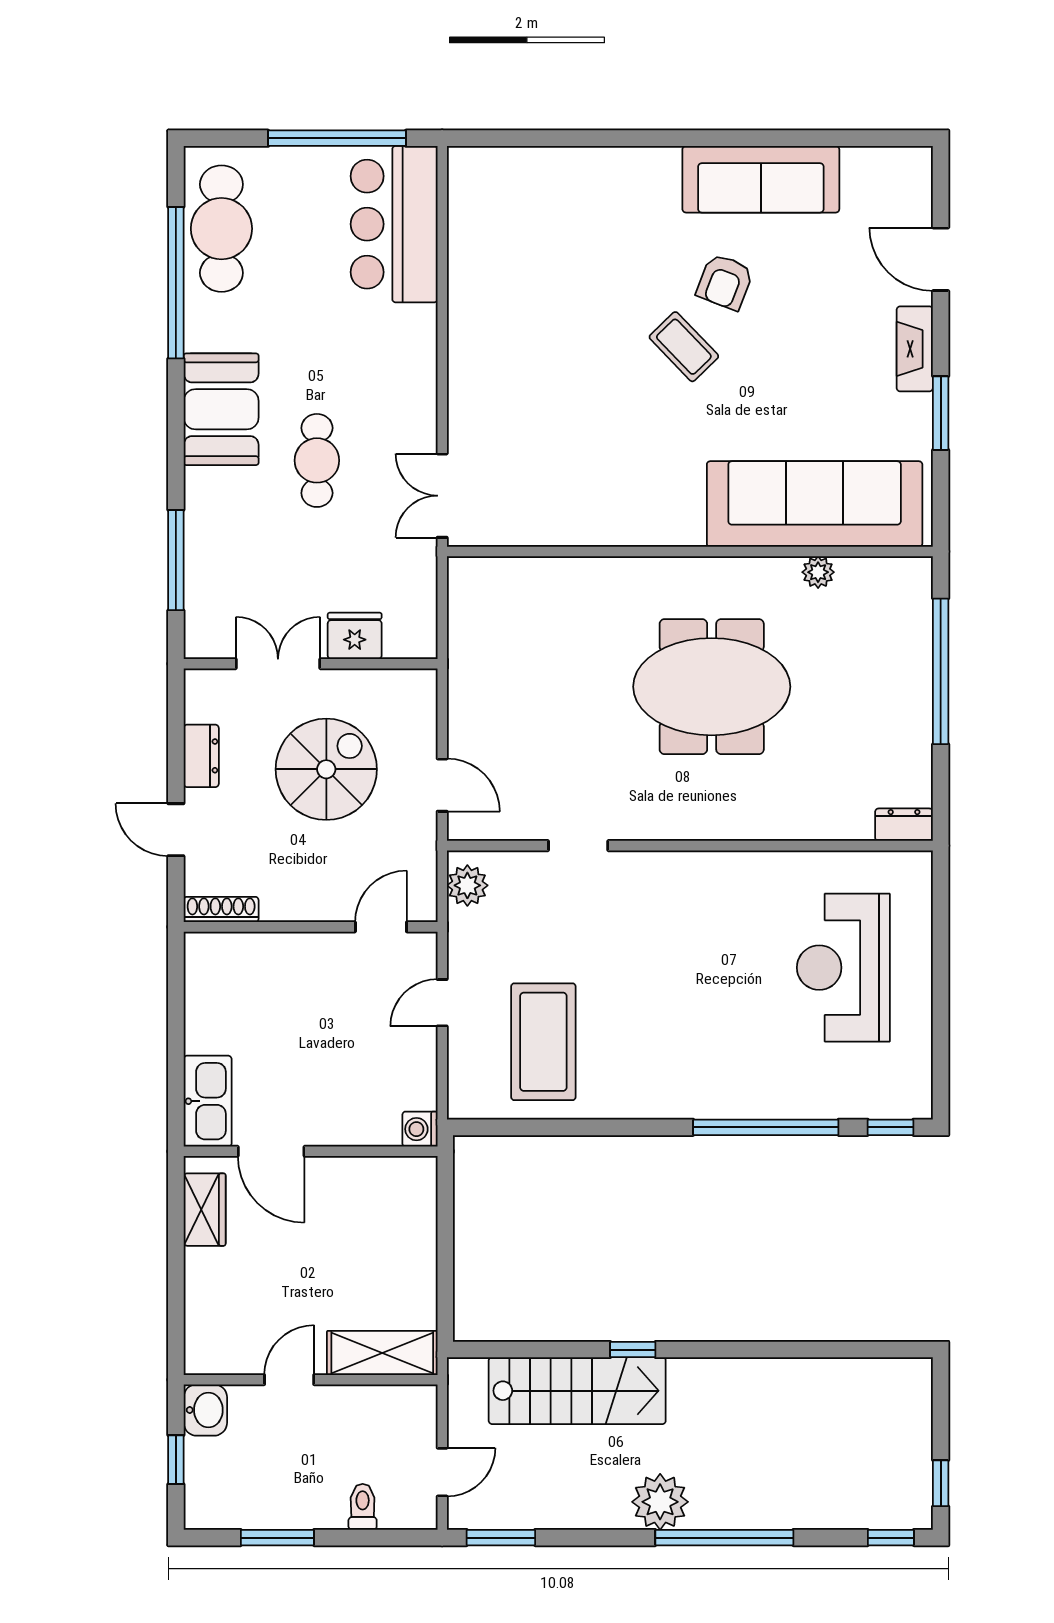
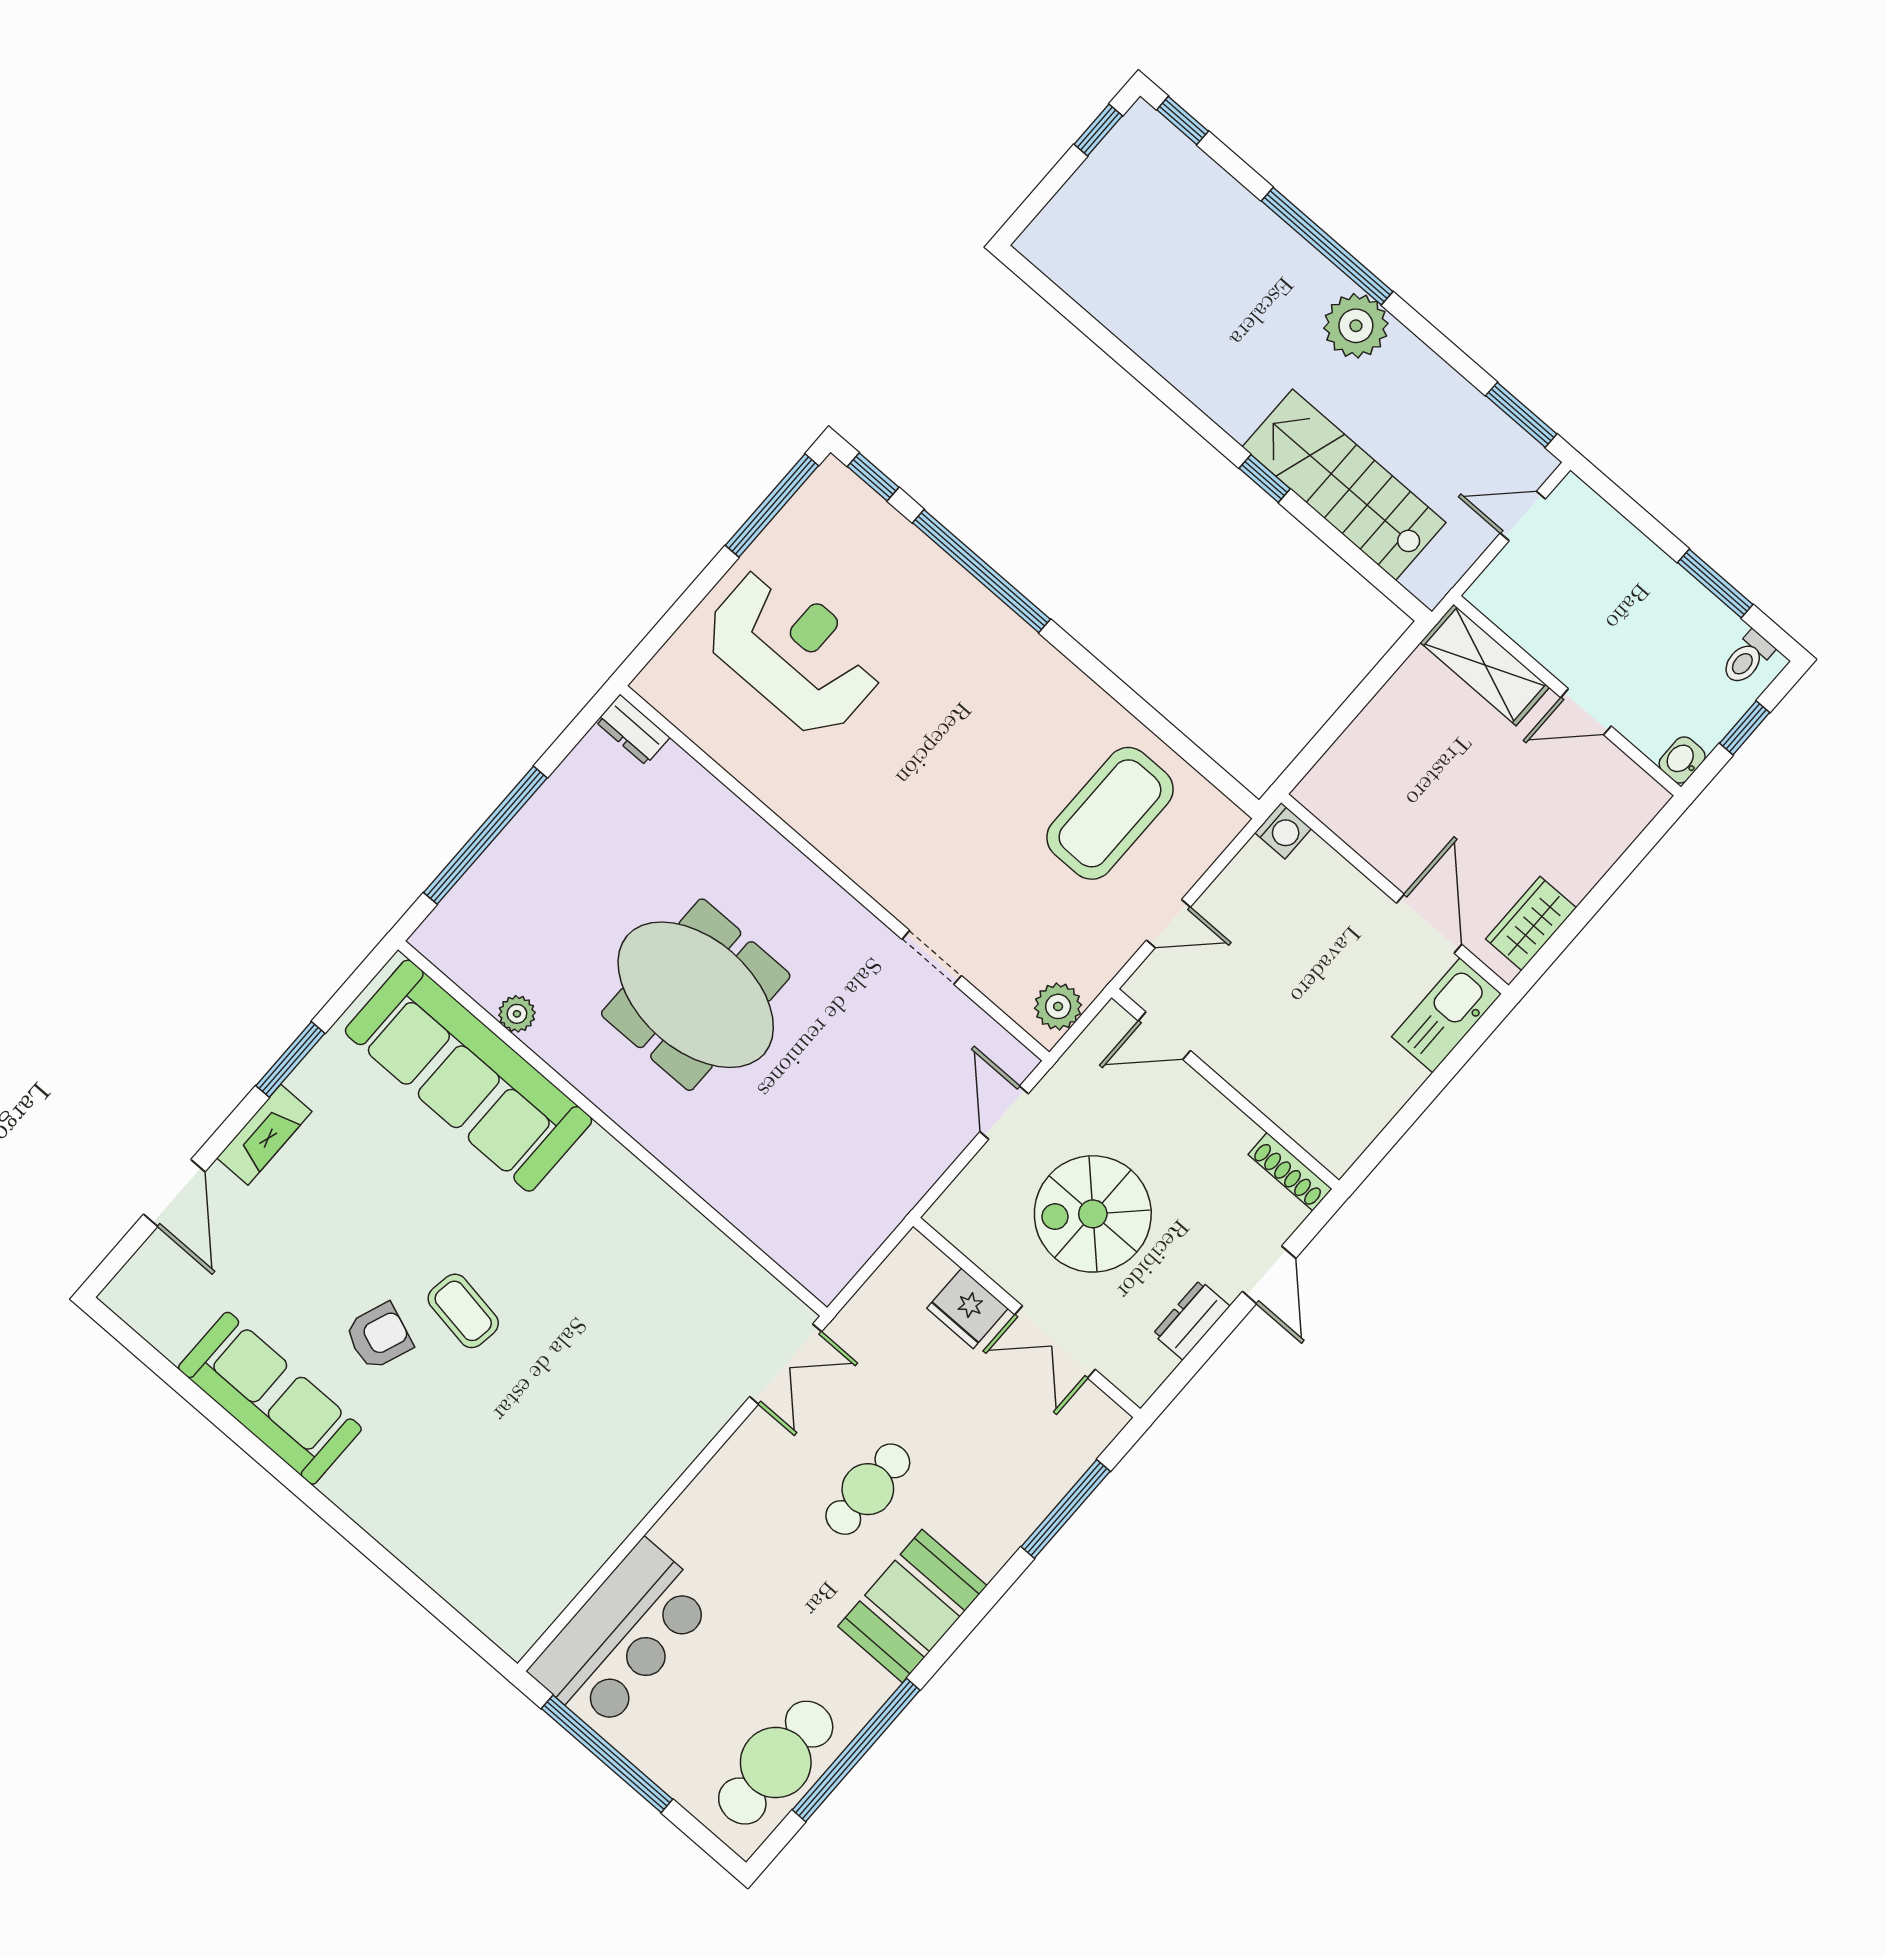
coffee table: (684, 347) -> (463, 1311), turned -37
reception desk: (843, 968) -> (794, 651), turned -90
window: (941, 1051) -> (772, 506), added
washbasin: (205, 1410) -> (1682, 760), width x0.72, depth x0.69
toilet: (363, 1507) -> (1747, 658), moved

